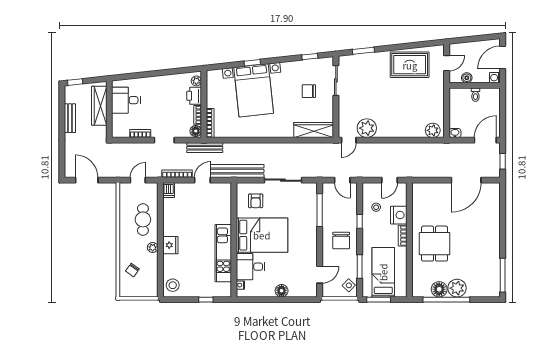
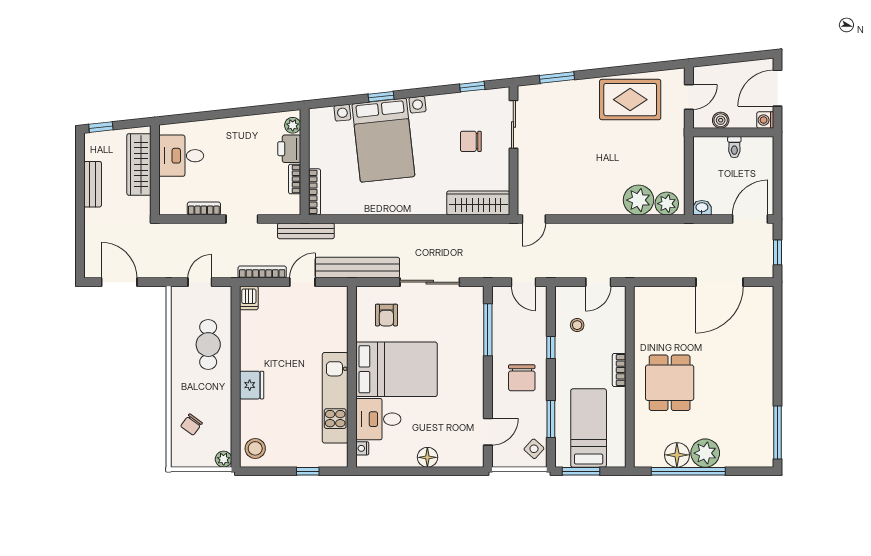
plant: (367, 128) -> (639, 200), moved
floor lamp: (196, 131) -> (292, 205), removed
nightstand: (399, 215) -> (613, 337), removed
plant: (153, 248) -> (224, 459), moved

